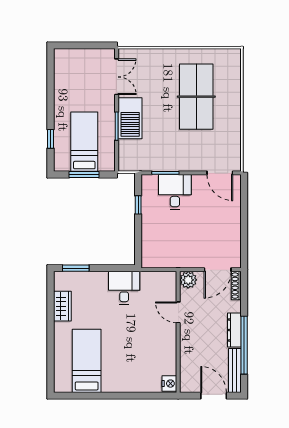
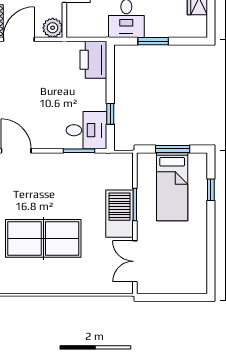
table tennis table: (196, 97) -> (43, 238), turned 90
desk: (175, 192) -> (86, 130), moved, turned -90
printer: (153, 252) -> (93, 60), added
window: (76, 268) -> (153, 41), moved

